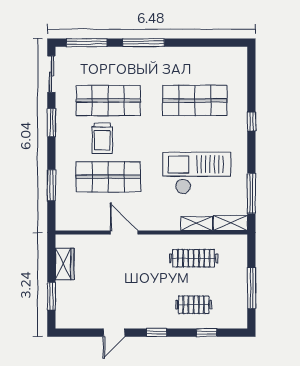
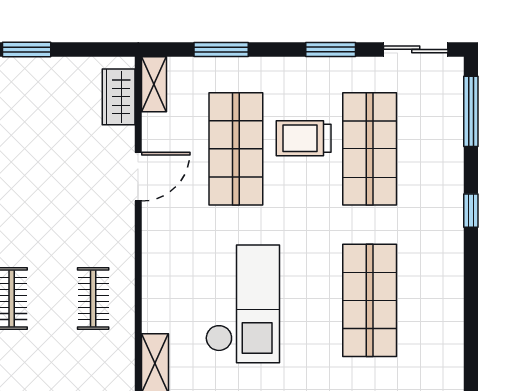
window: (143, 43) -> (471, 211), width x0.46
shelving: (197, 224) -> (154, 84), moved
clothes rail: (194, 258) -> (93, 299), width x0.73
wardrobe: (65, 264) -> (119, 97), moved, turned 90

